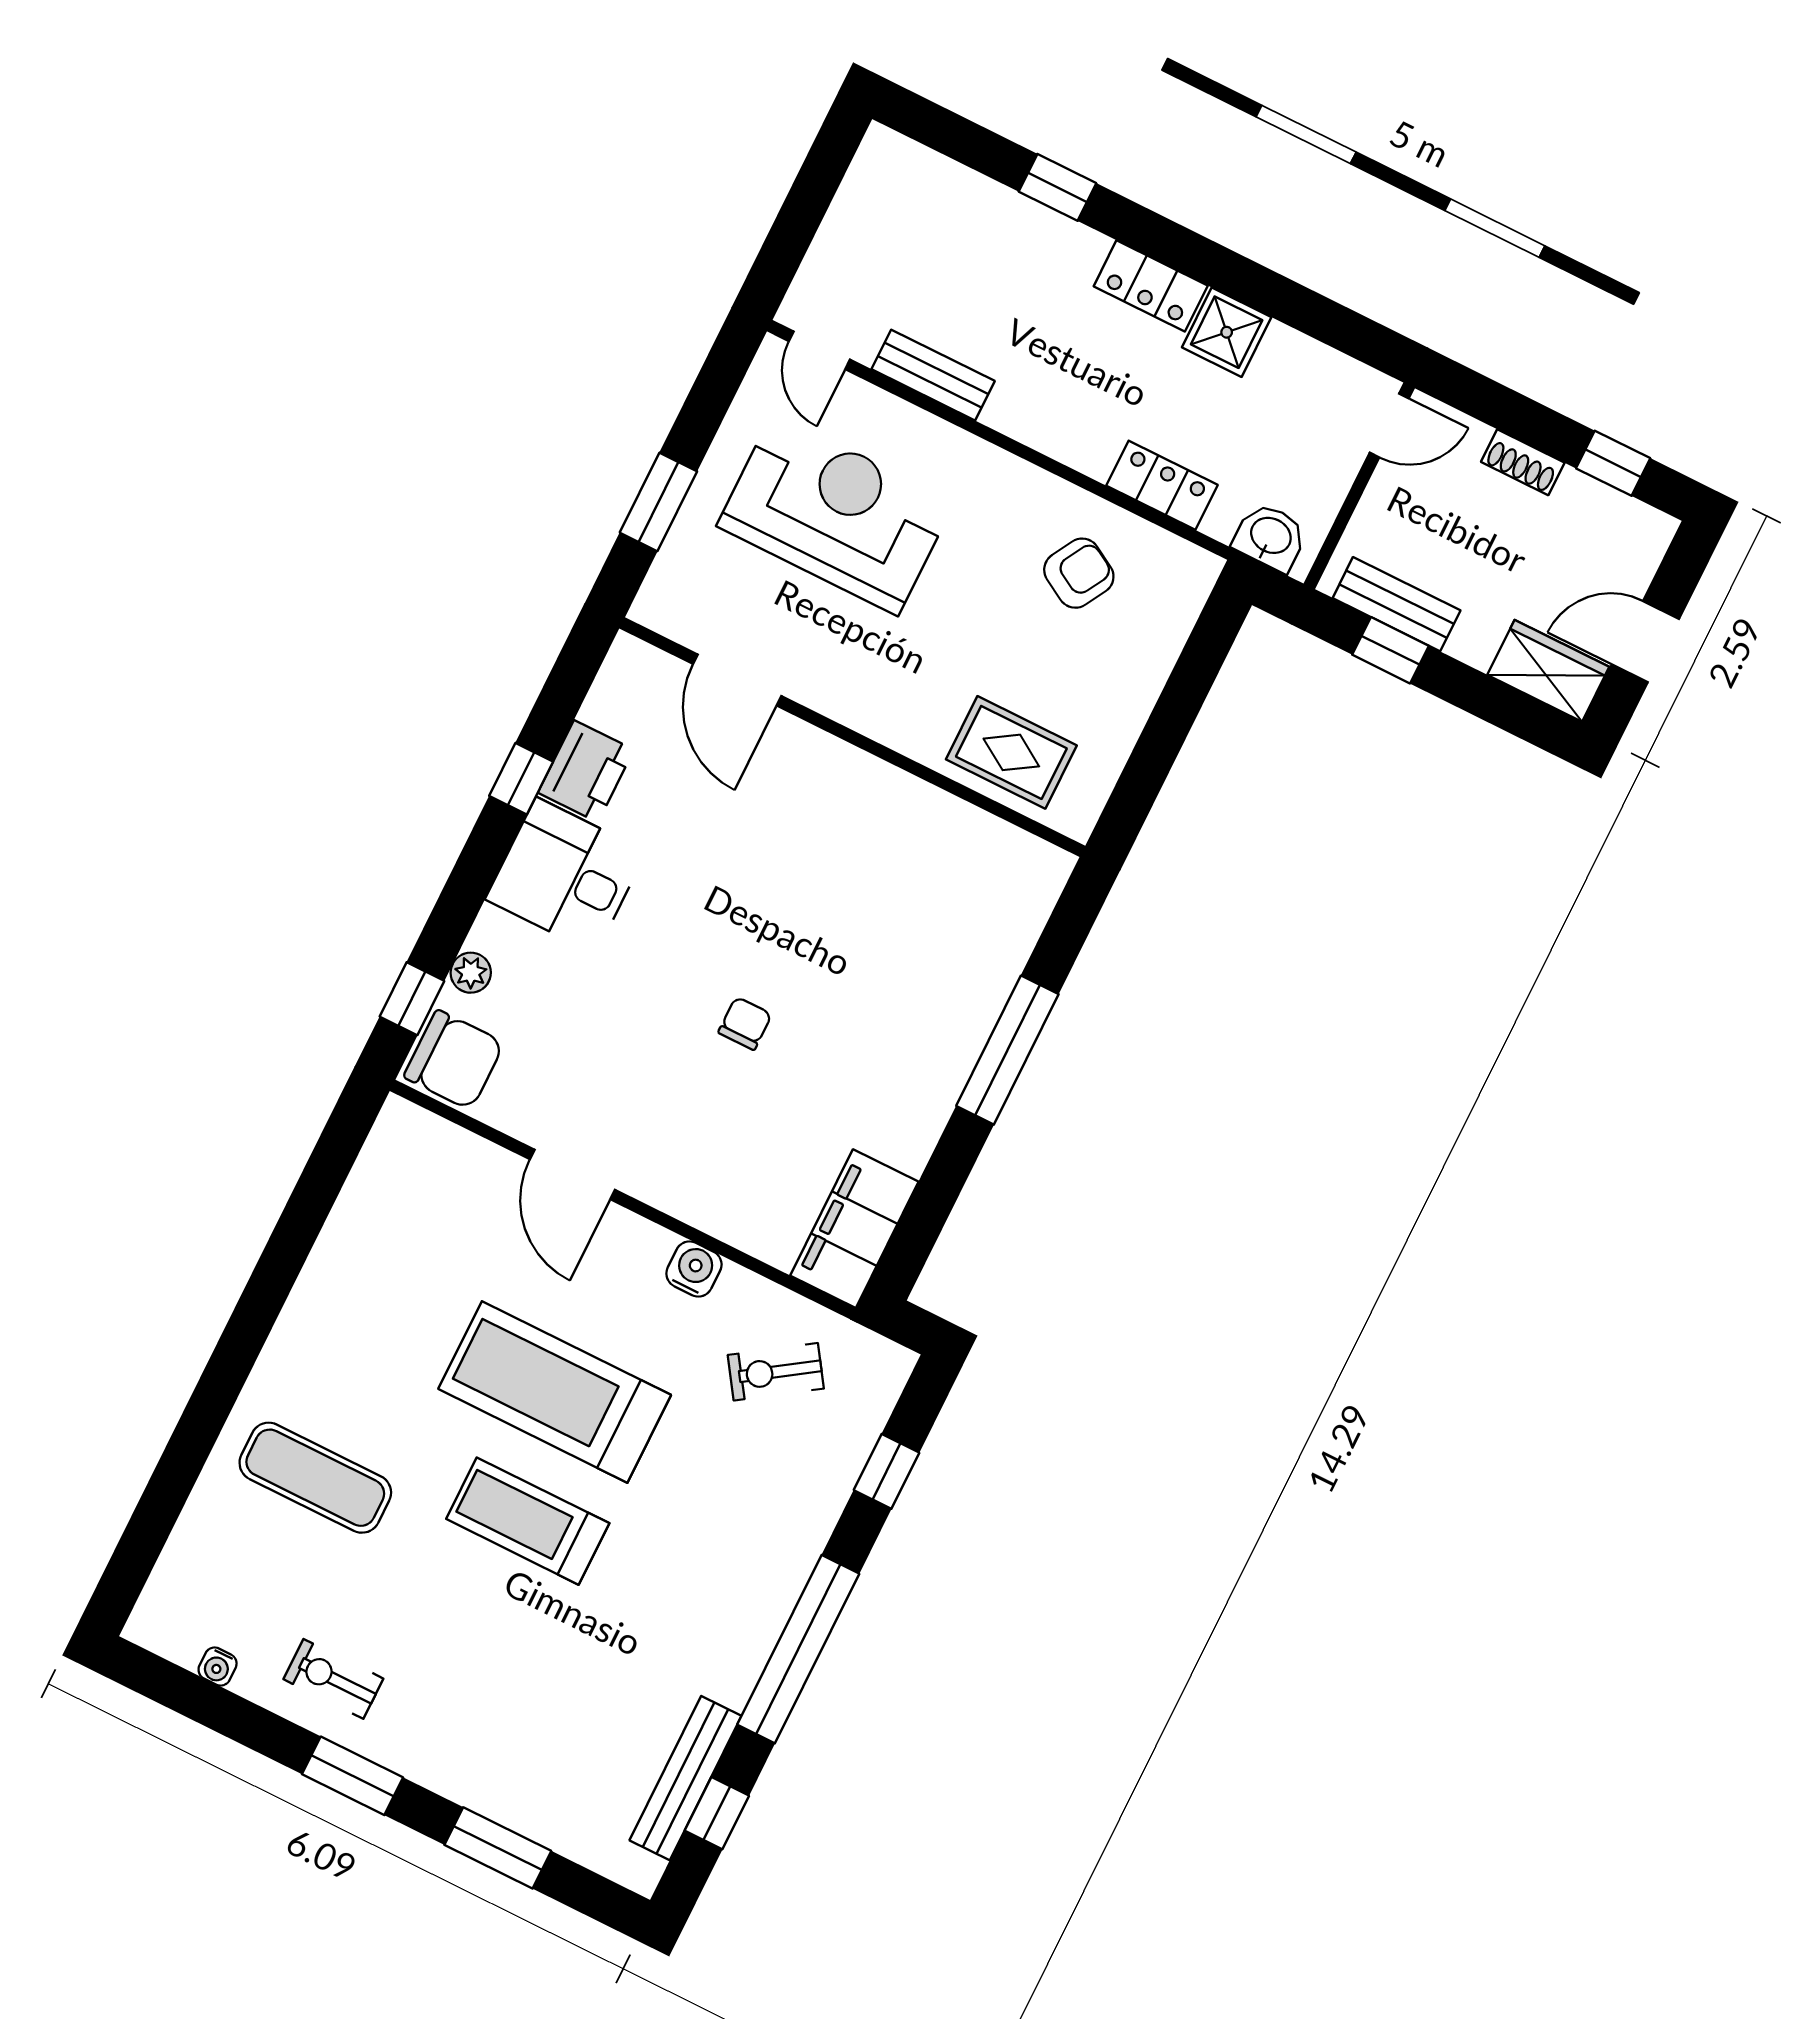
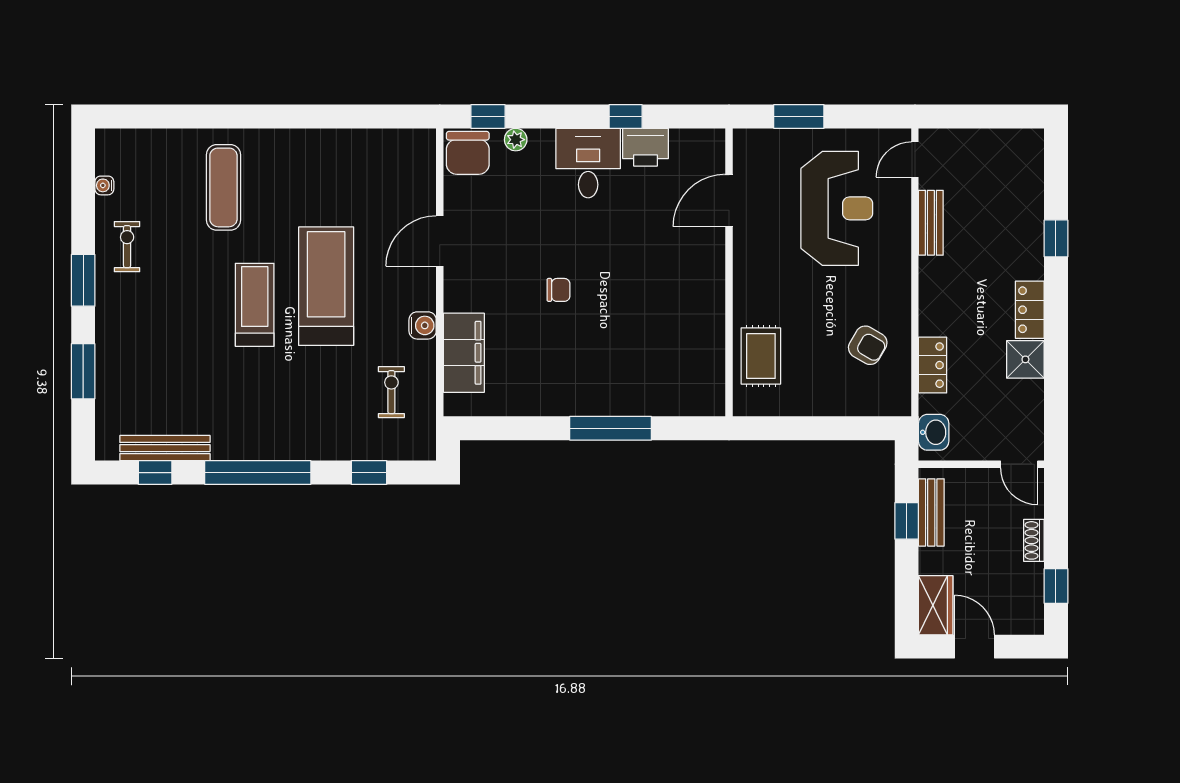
filing cabinet: (854, 1229) -> (464, 353), moved, turned 90
exercise bike: (776, 1372) -> (391, 392), turned 34

